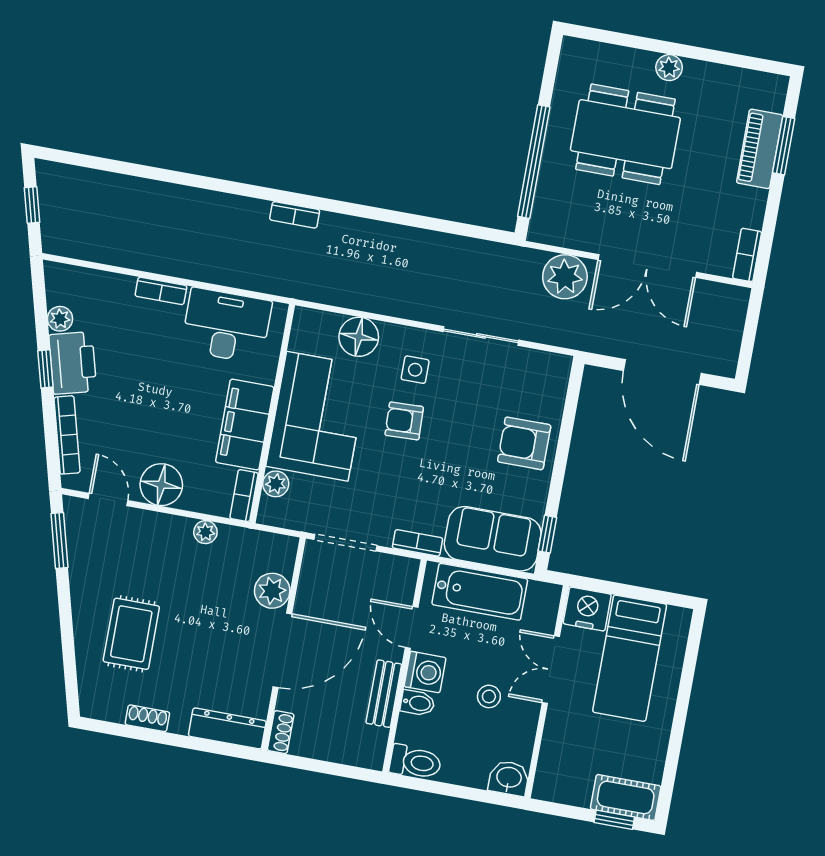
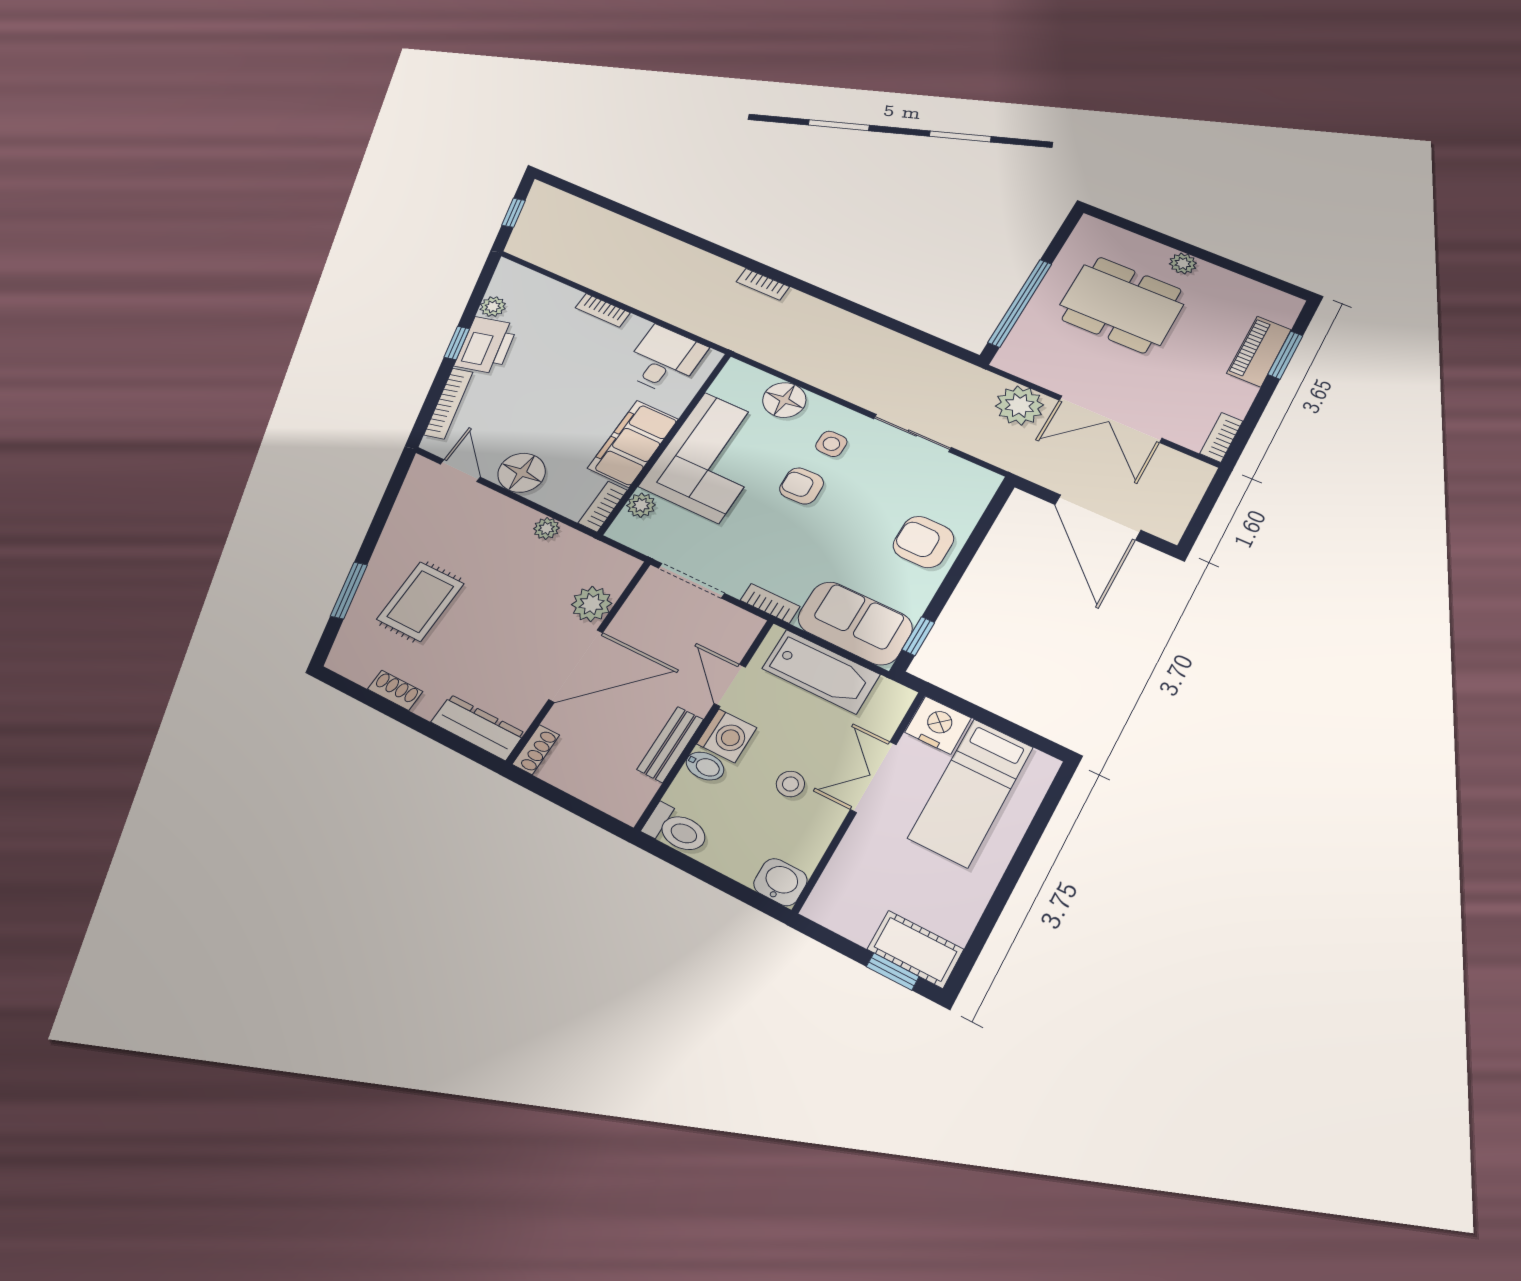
desk: (226, 326) -> (664, 360), width x0.73
window: (59, 540) -> (349, 590), moved

